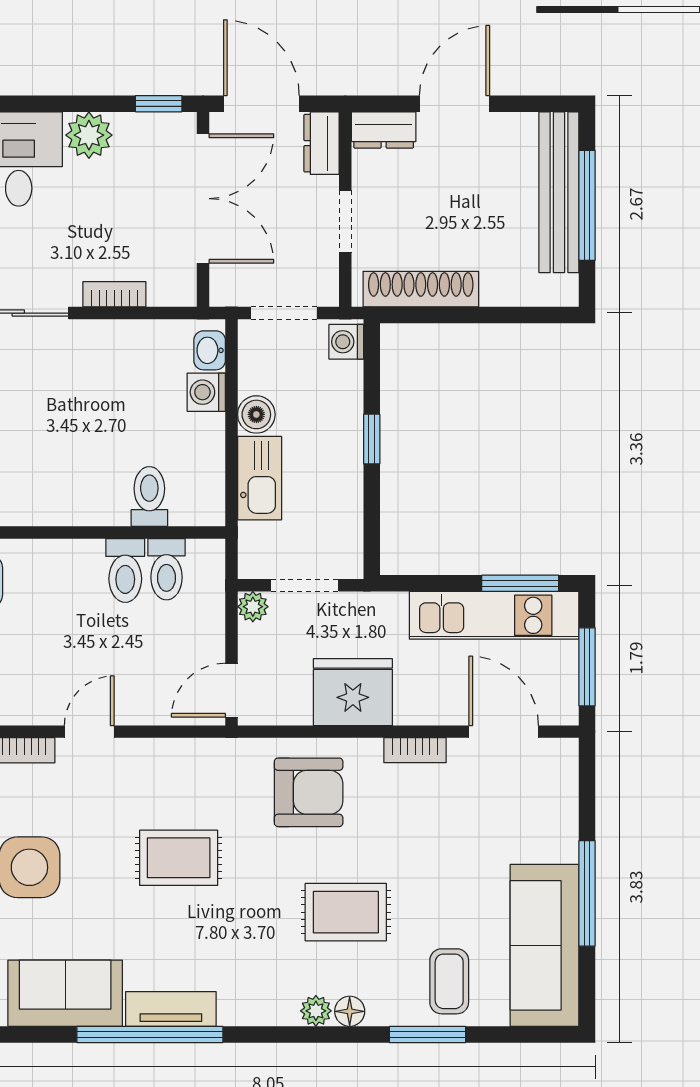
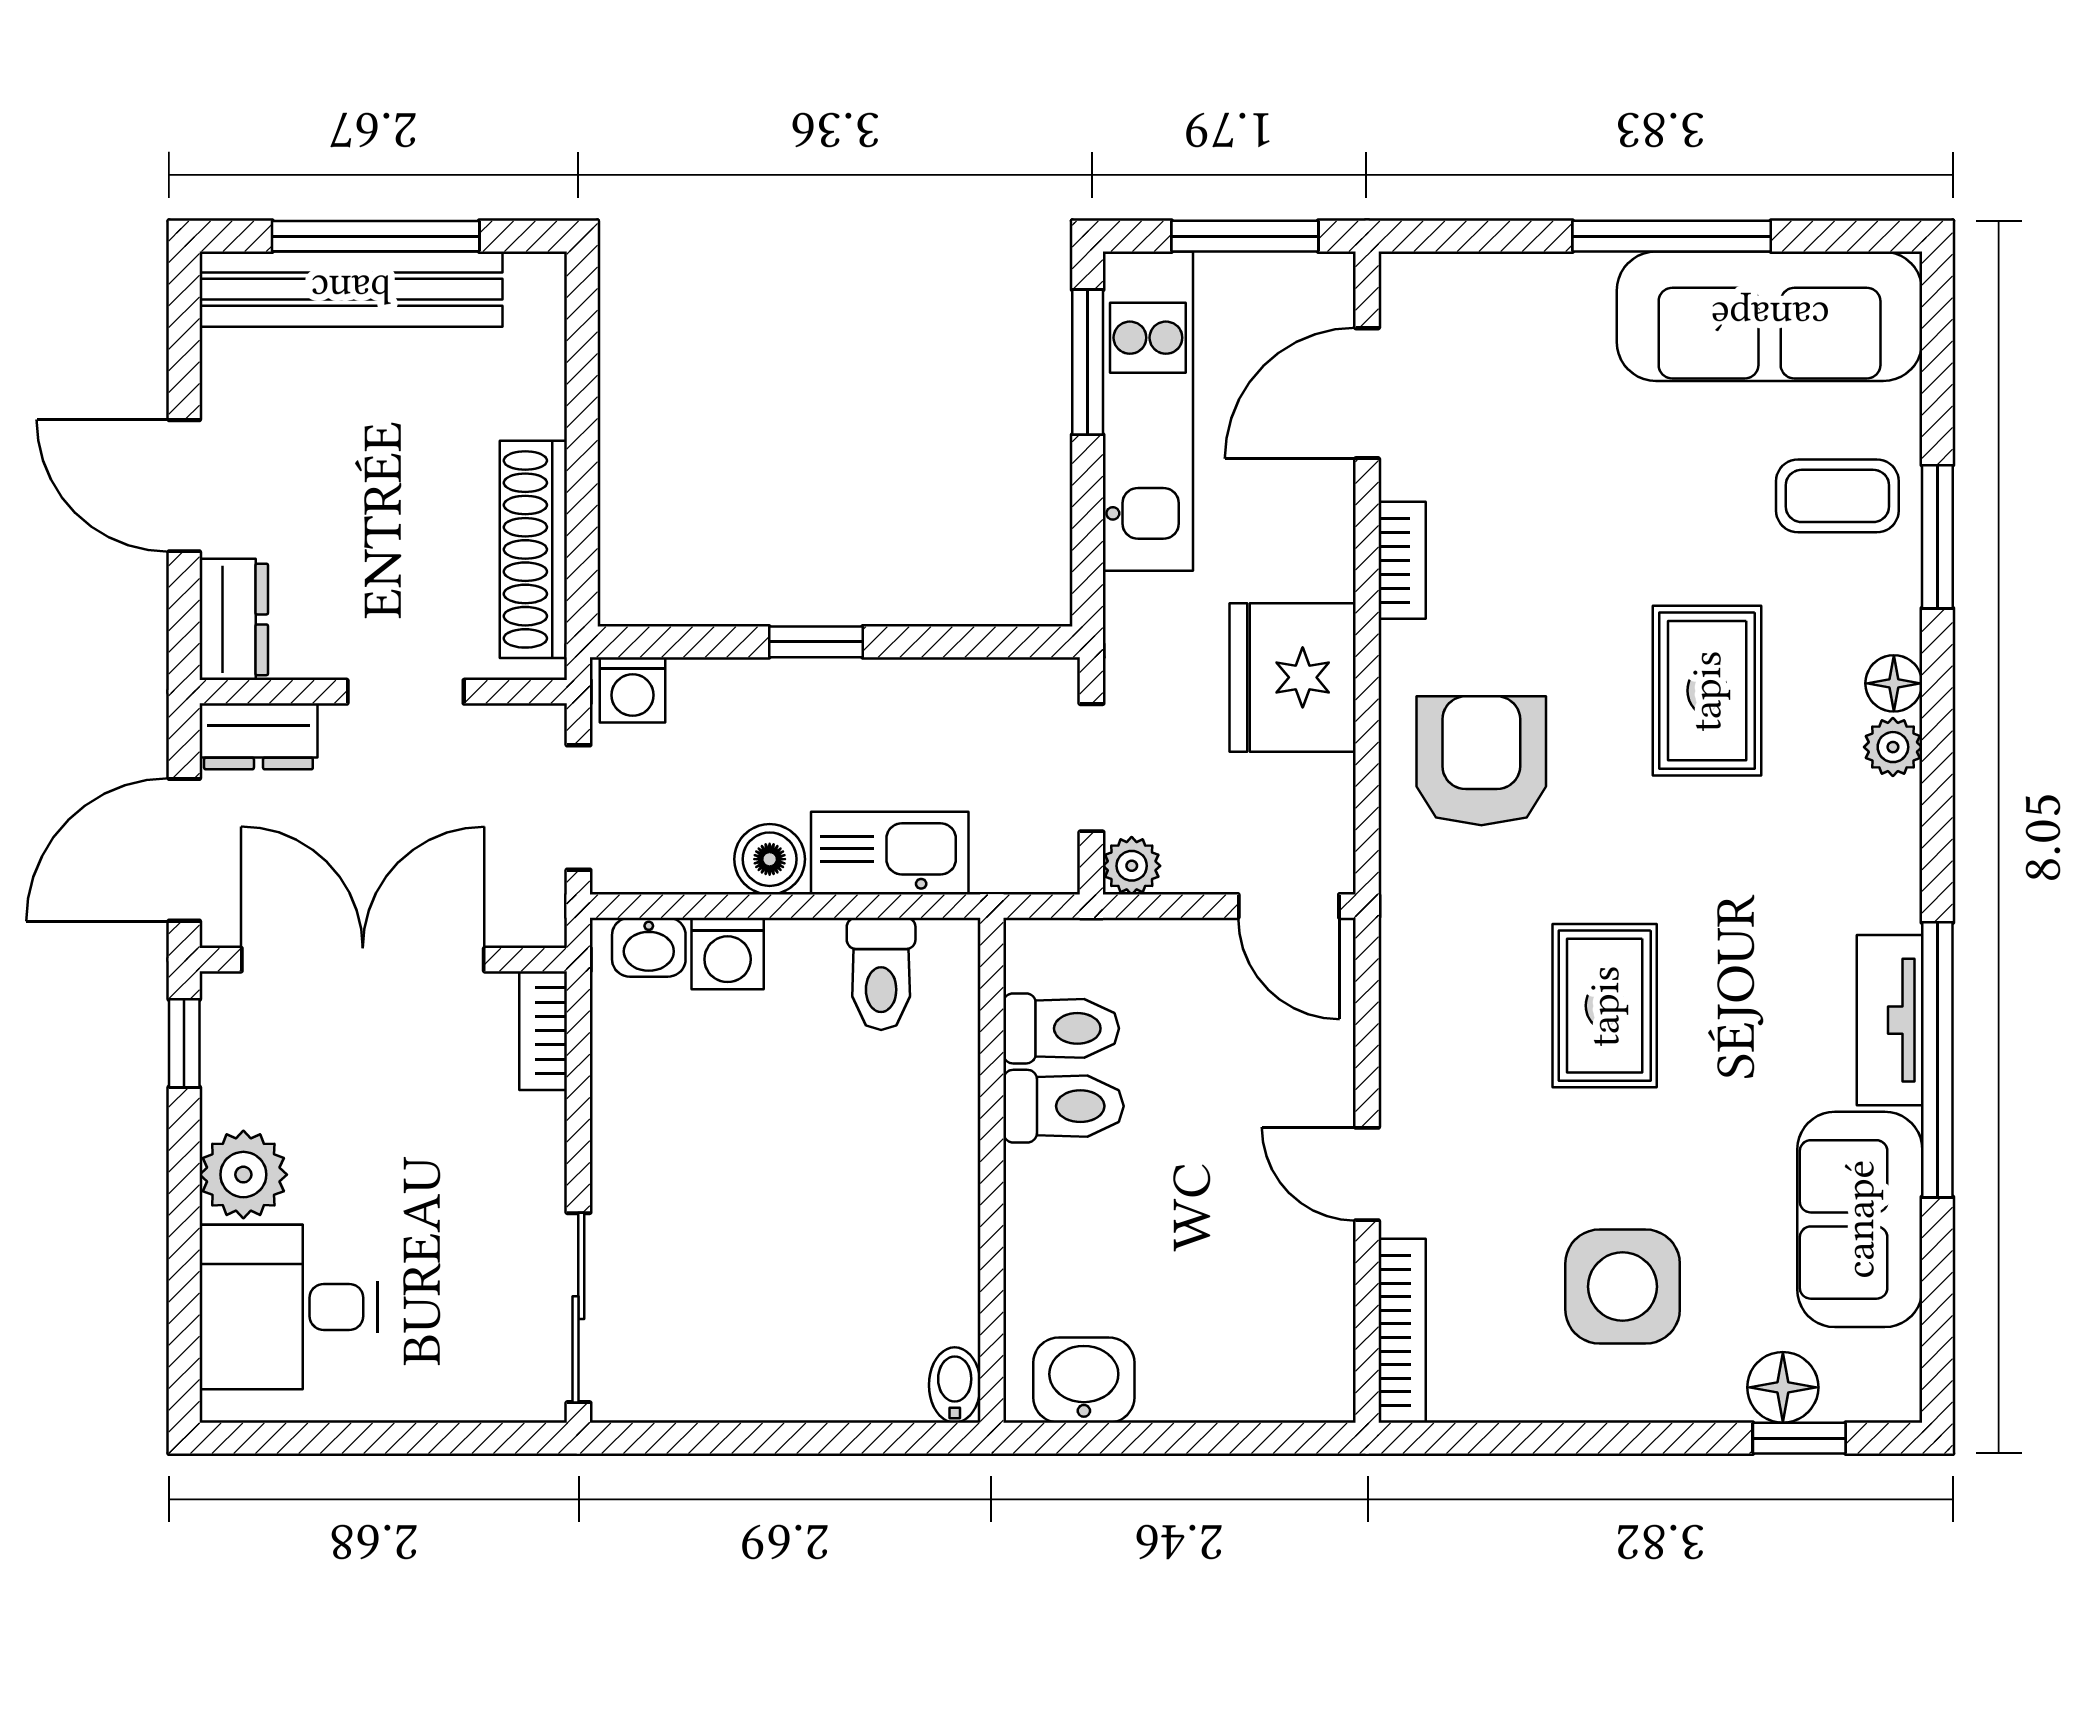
bookcase: (114, 294) -> (543, 1031), moved
toilet: (149, 496) -> (881, 974), moved, turned -90

